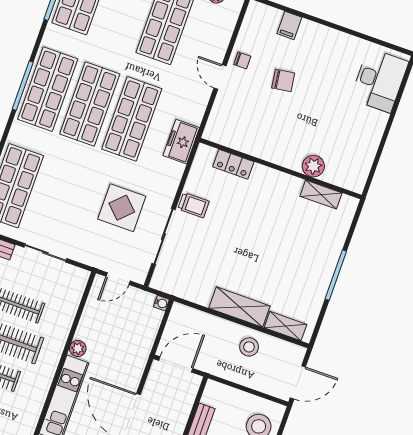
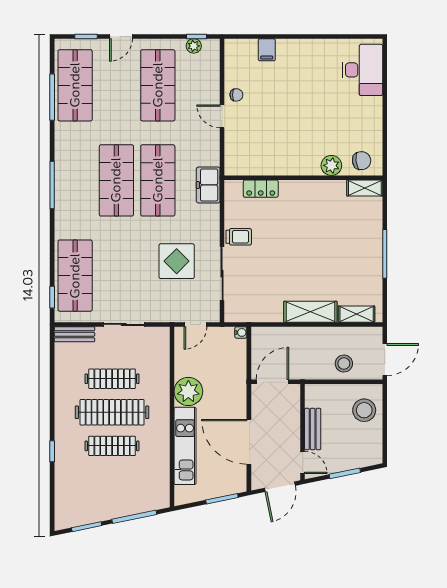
chair: (283, 80) -> (362, 161), moved
shop shelf: (48, 89) -> (75, 180), removed
shelving: (321, 195) -> (365, 188), moved
stool: (249, 347) -> (344, 364), moved
plant: (78, 349) -> (188, 391), width x1.88, depth x1.88

